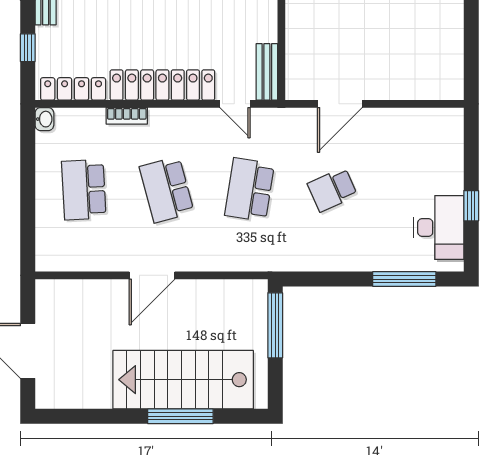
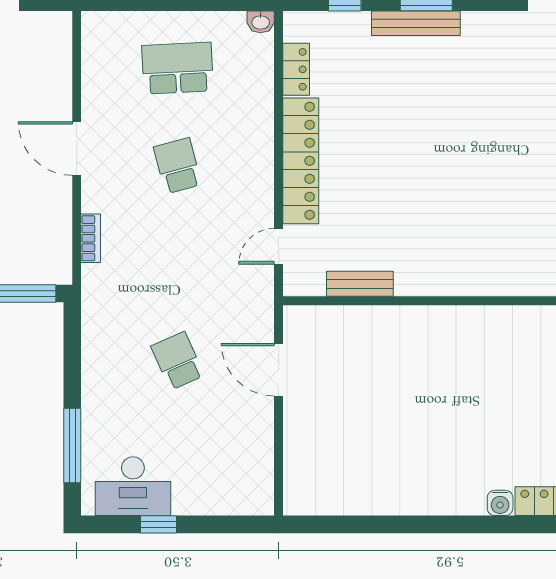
bench: (267, 72) -> (360, 284), moved
locker: (73, 89) -> (296, 69), width x0.66
bookcase: (127, 116) -> (91, 238), moved, turned 180
school desk: (167, 190) -> (178, 166), width x0.54
school desk: (249, 190) -> (178, 263), removed

